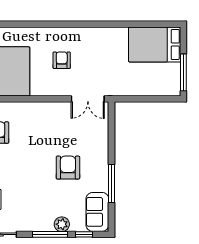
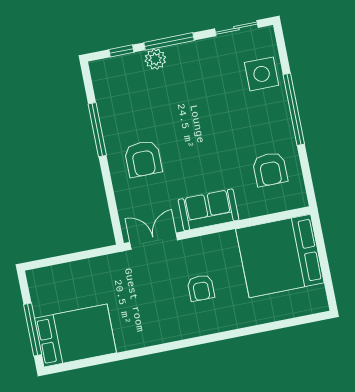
window: (183, 72) -> (33, 330), moved
armchair: (68, 168) -> (143, 159), moved
sofa: (97, 212) -> (208, 210), moved, turned -90

